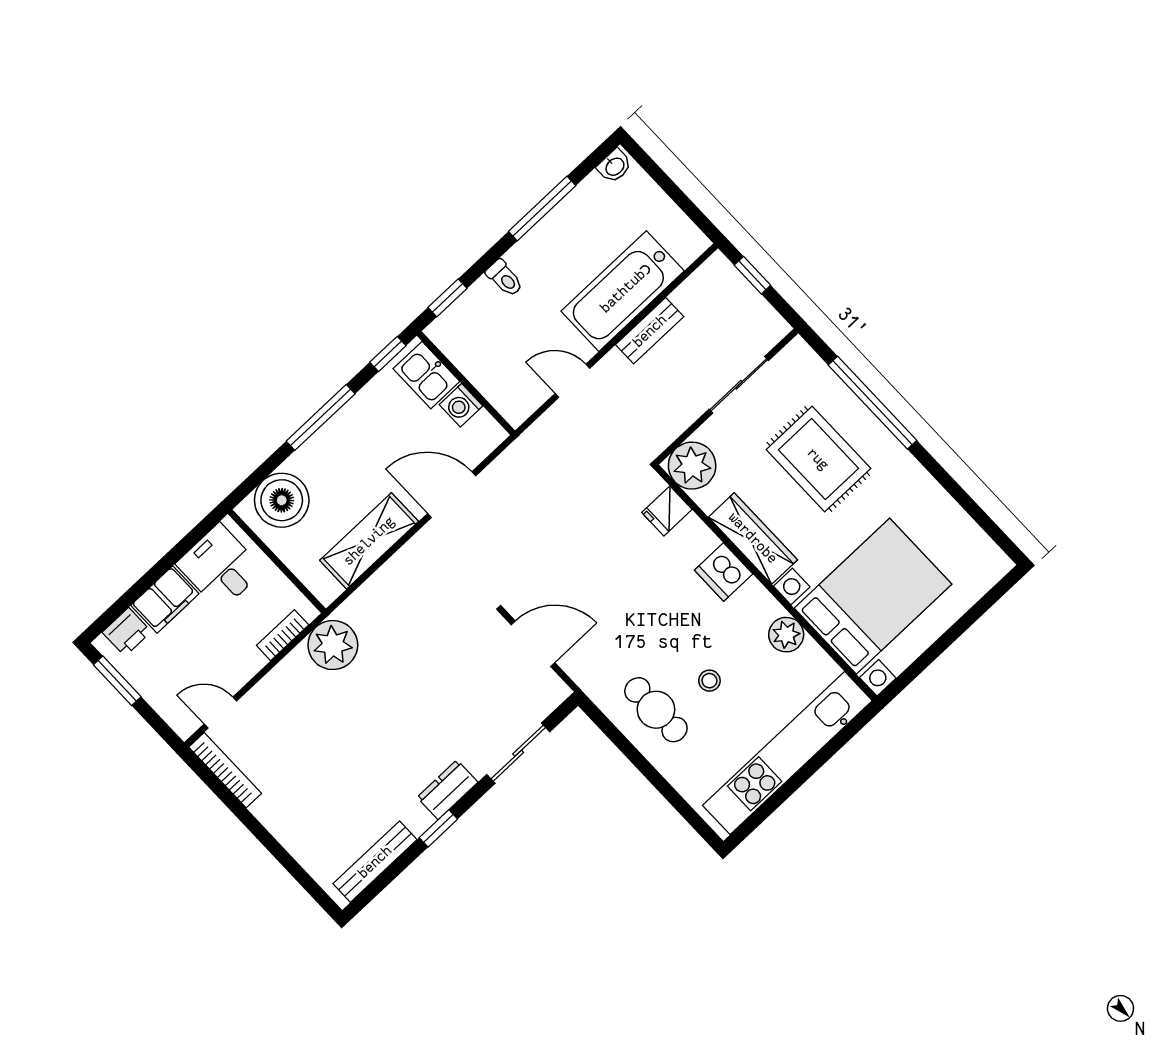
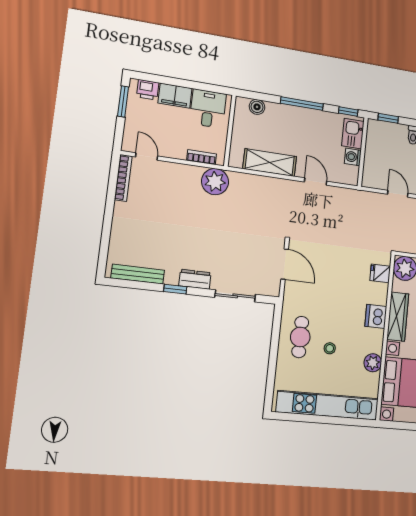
door: (452, 495) -> (316, 182), width x0.73
boiler: (282, 500) -> (257, 107), width x0.54, depth x0.54

